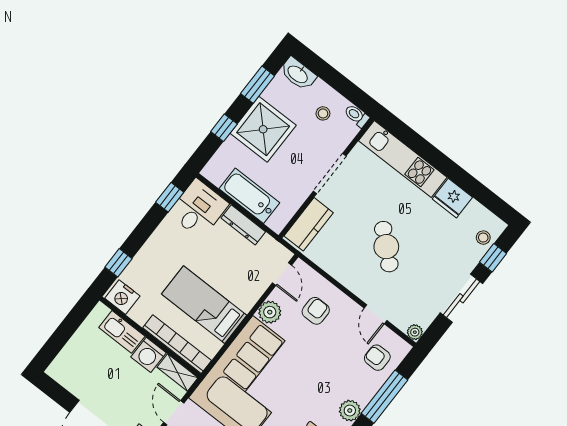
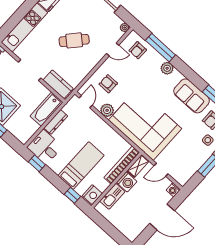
bathtub: (249, 196) -> (47, 109), moved
door: (282, 274) -> (86, 102), hinge flipped
bed: (204, 305) -> (81, 166), moved, turned 180

